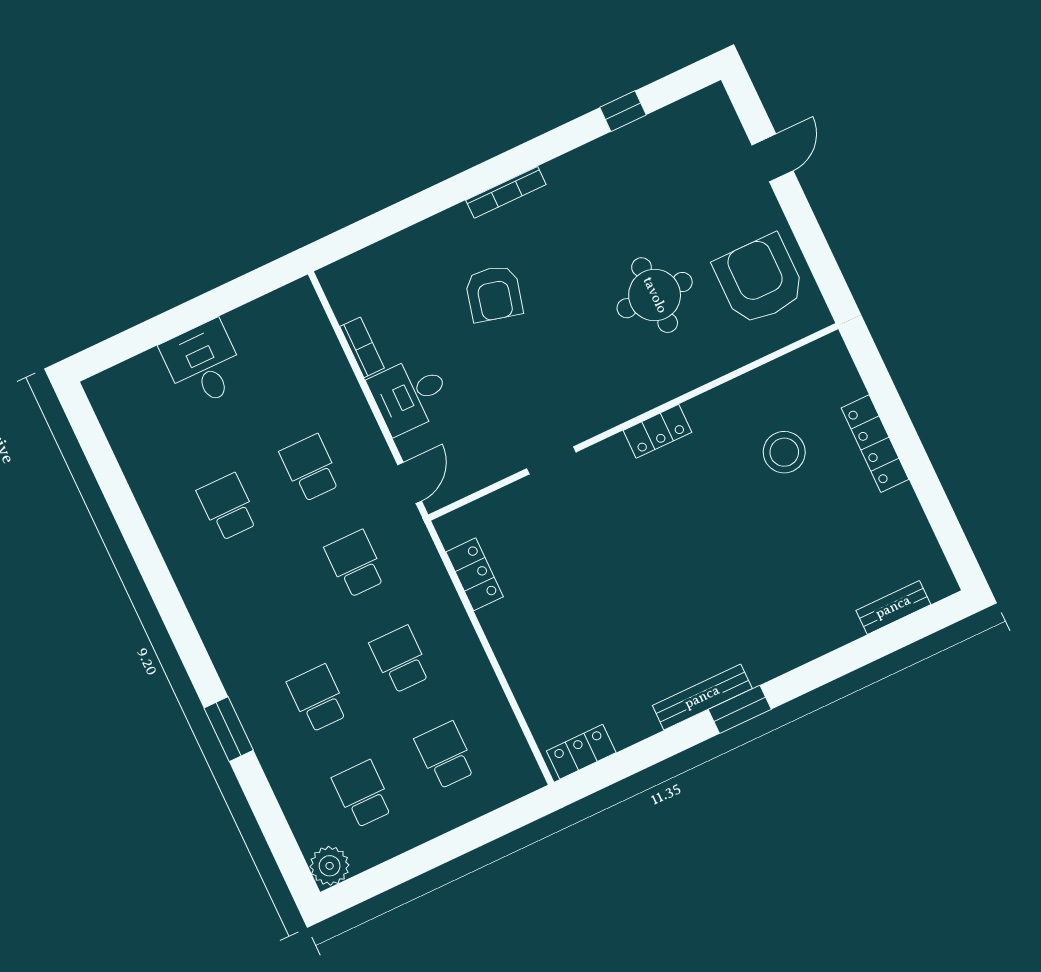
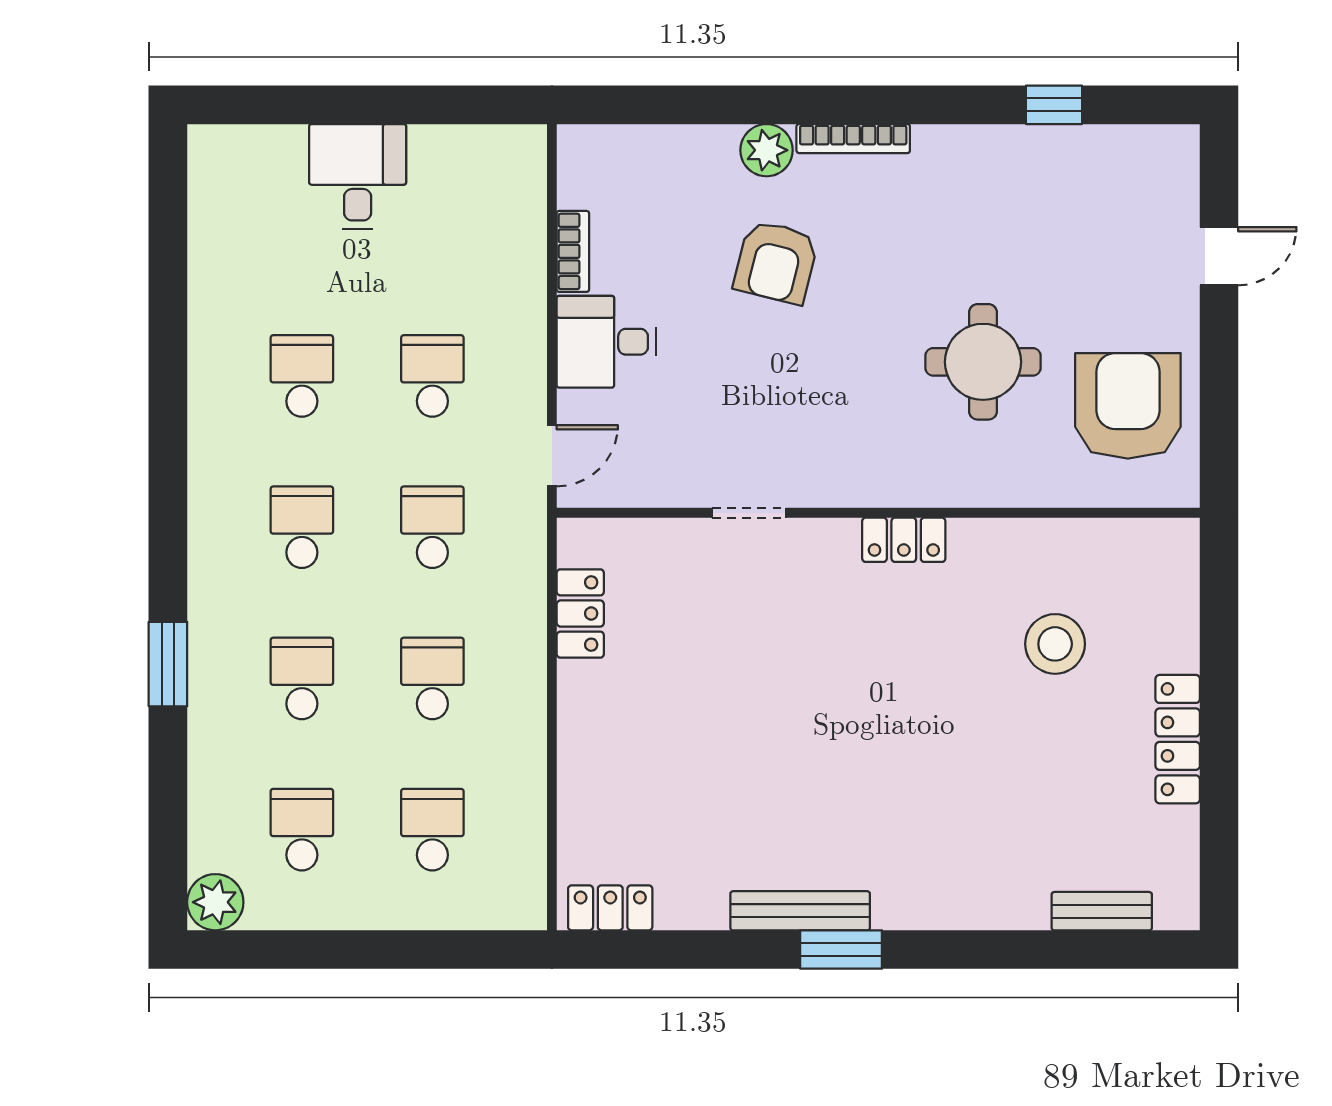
plant: (454, 226) -> (767, 150), added
locker: (875, 444) -> (1178, 739), moved
school desk: (273, 603) -> (302, 527), added

